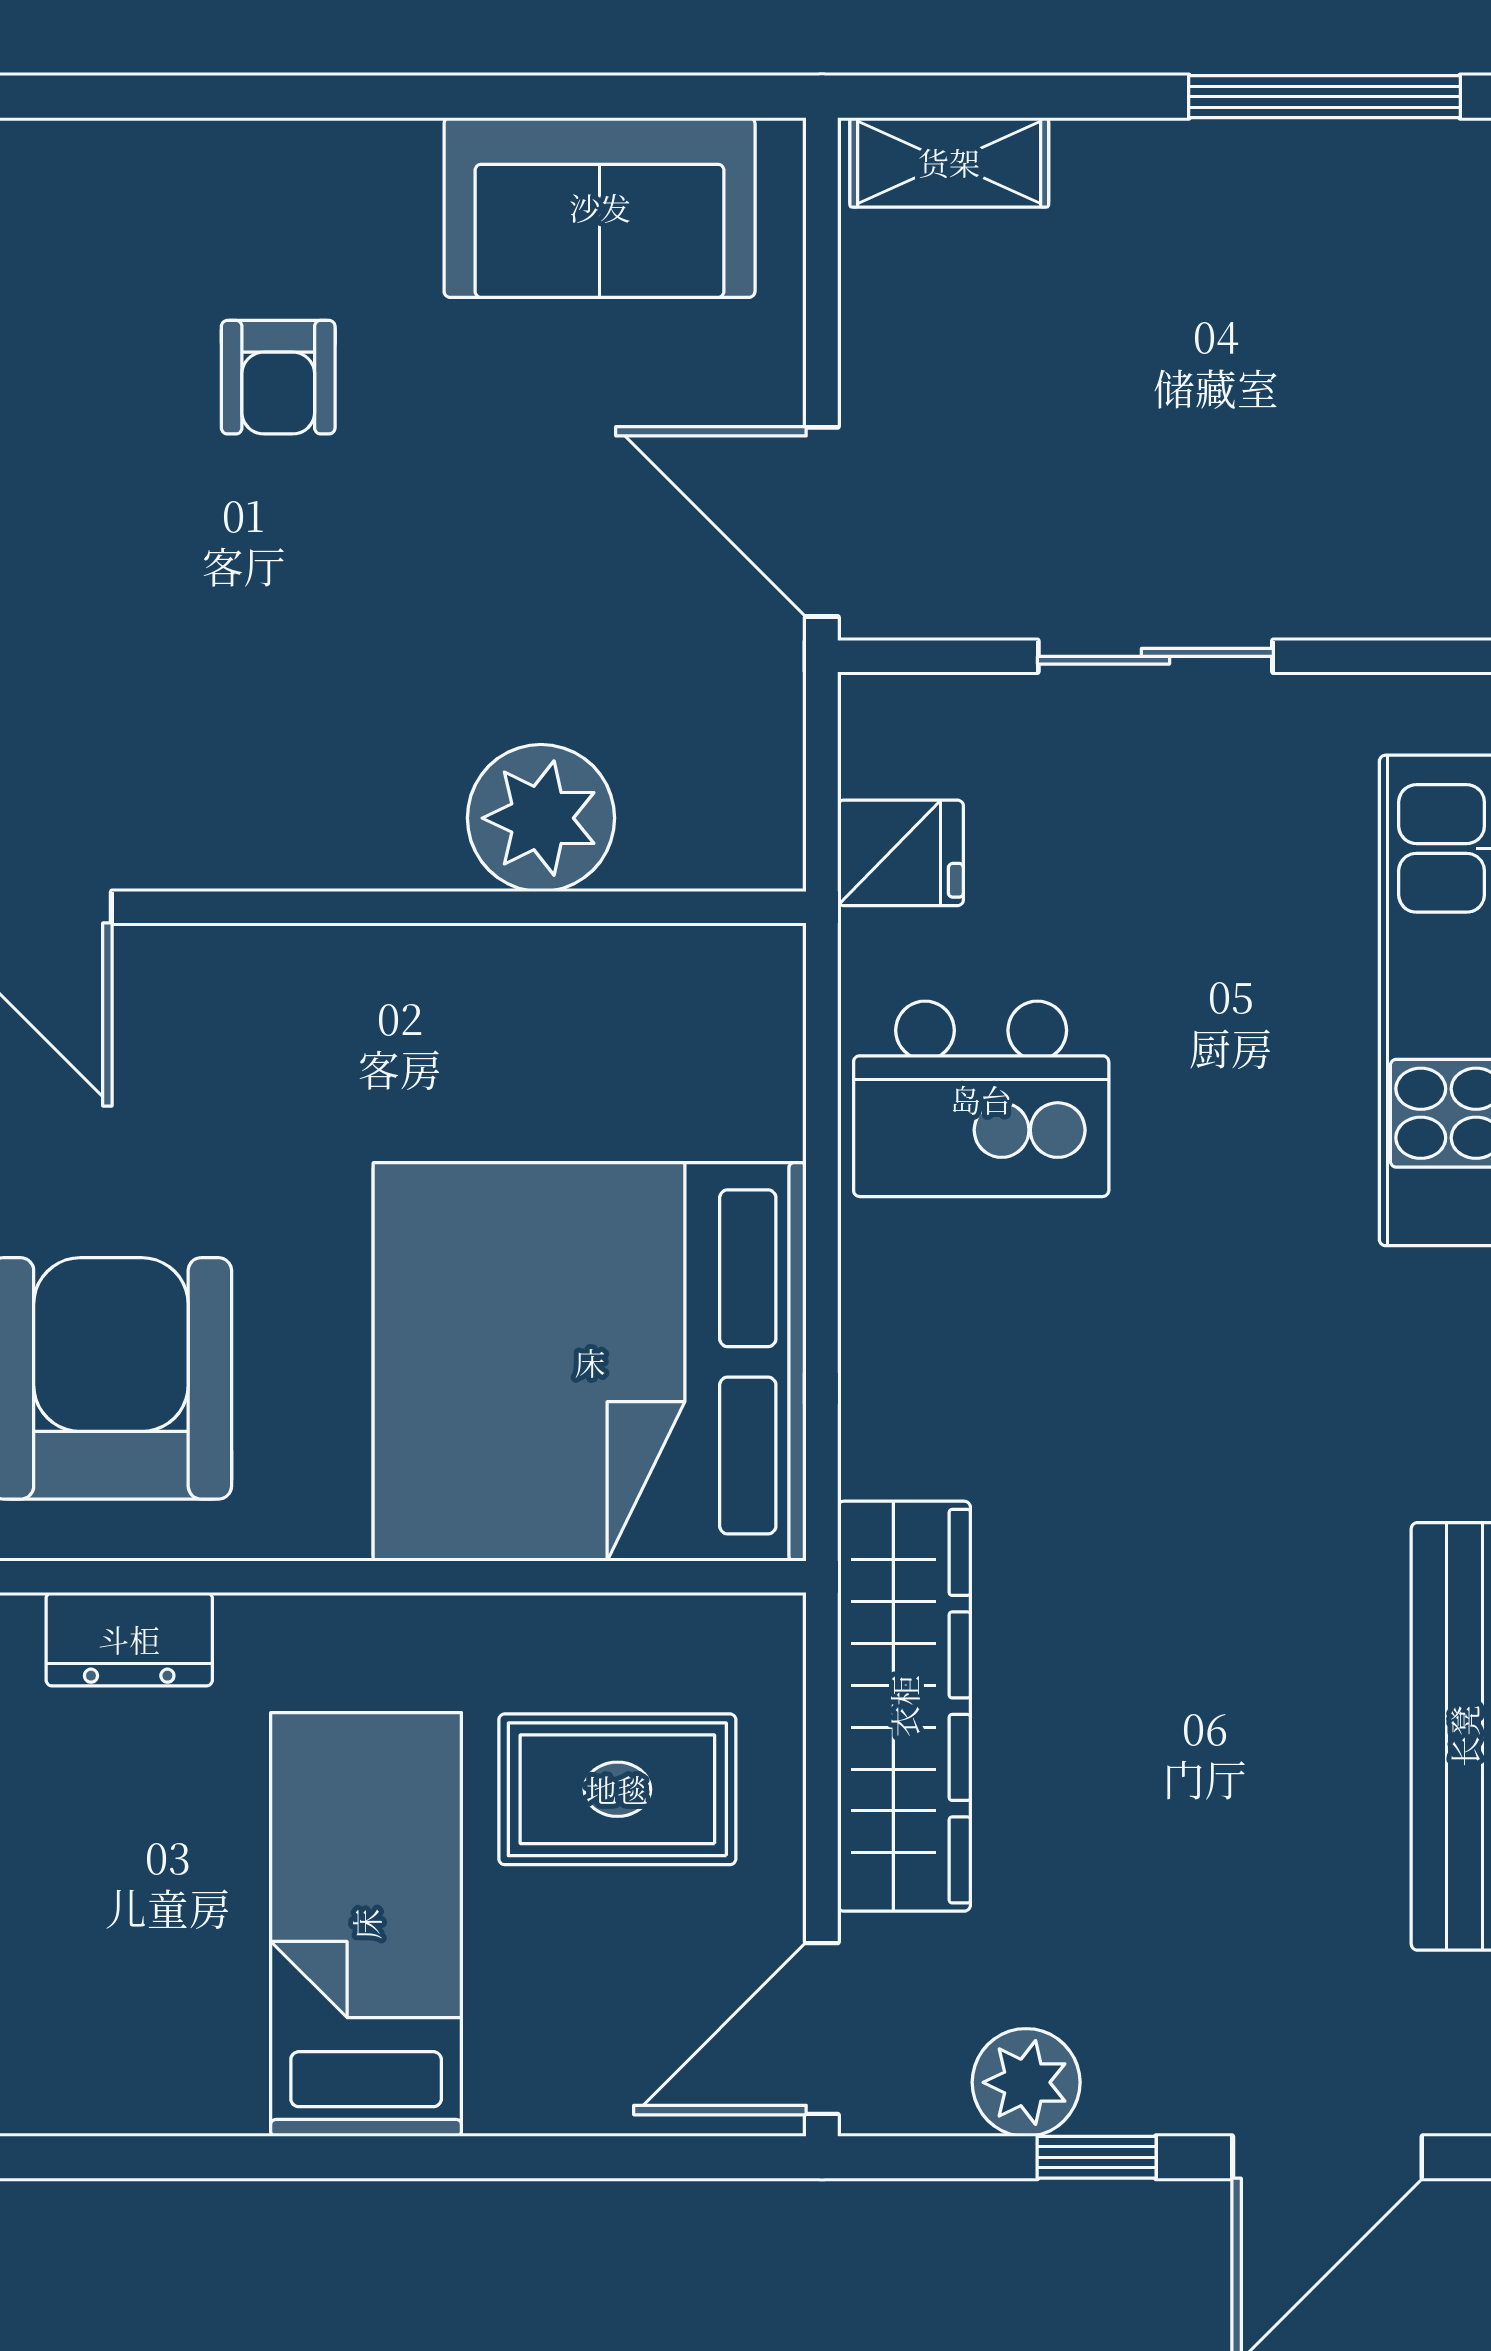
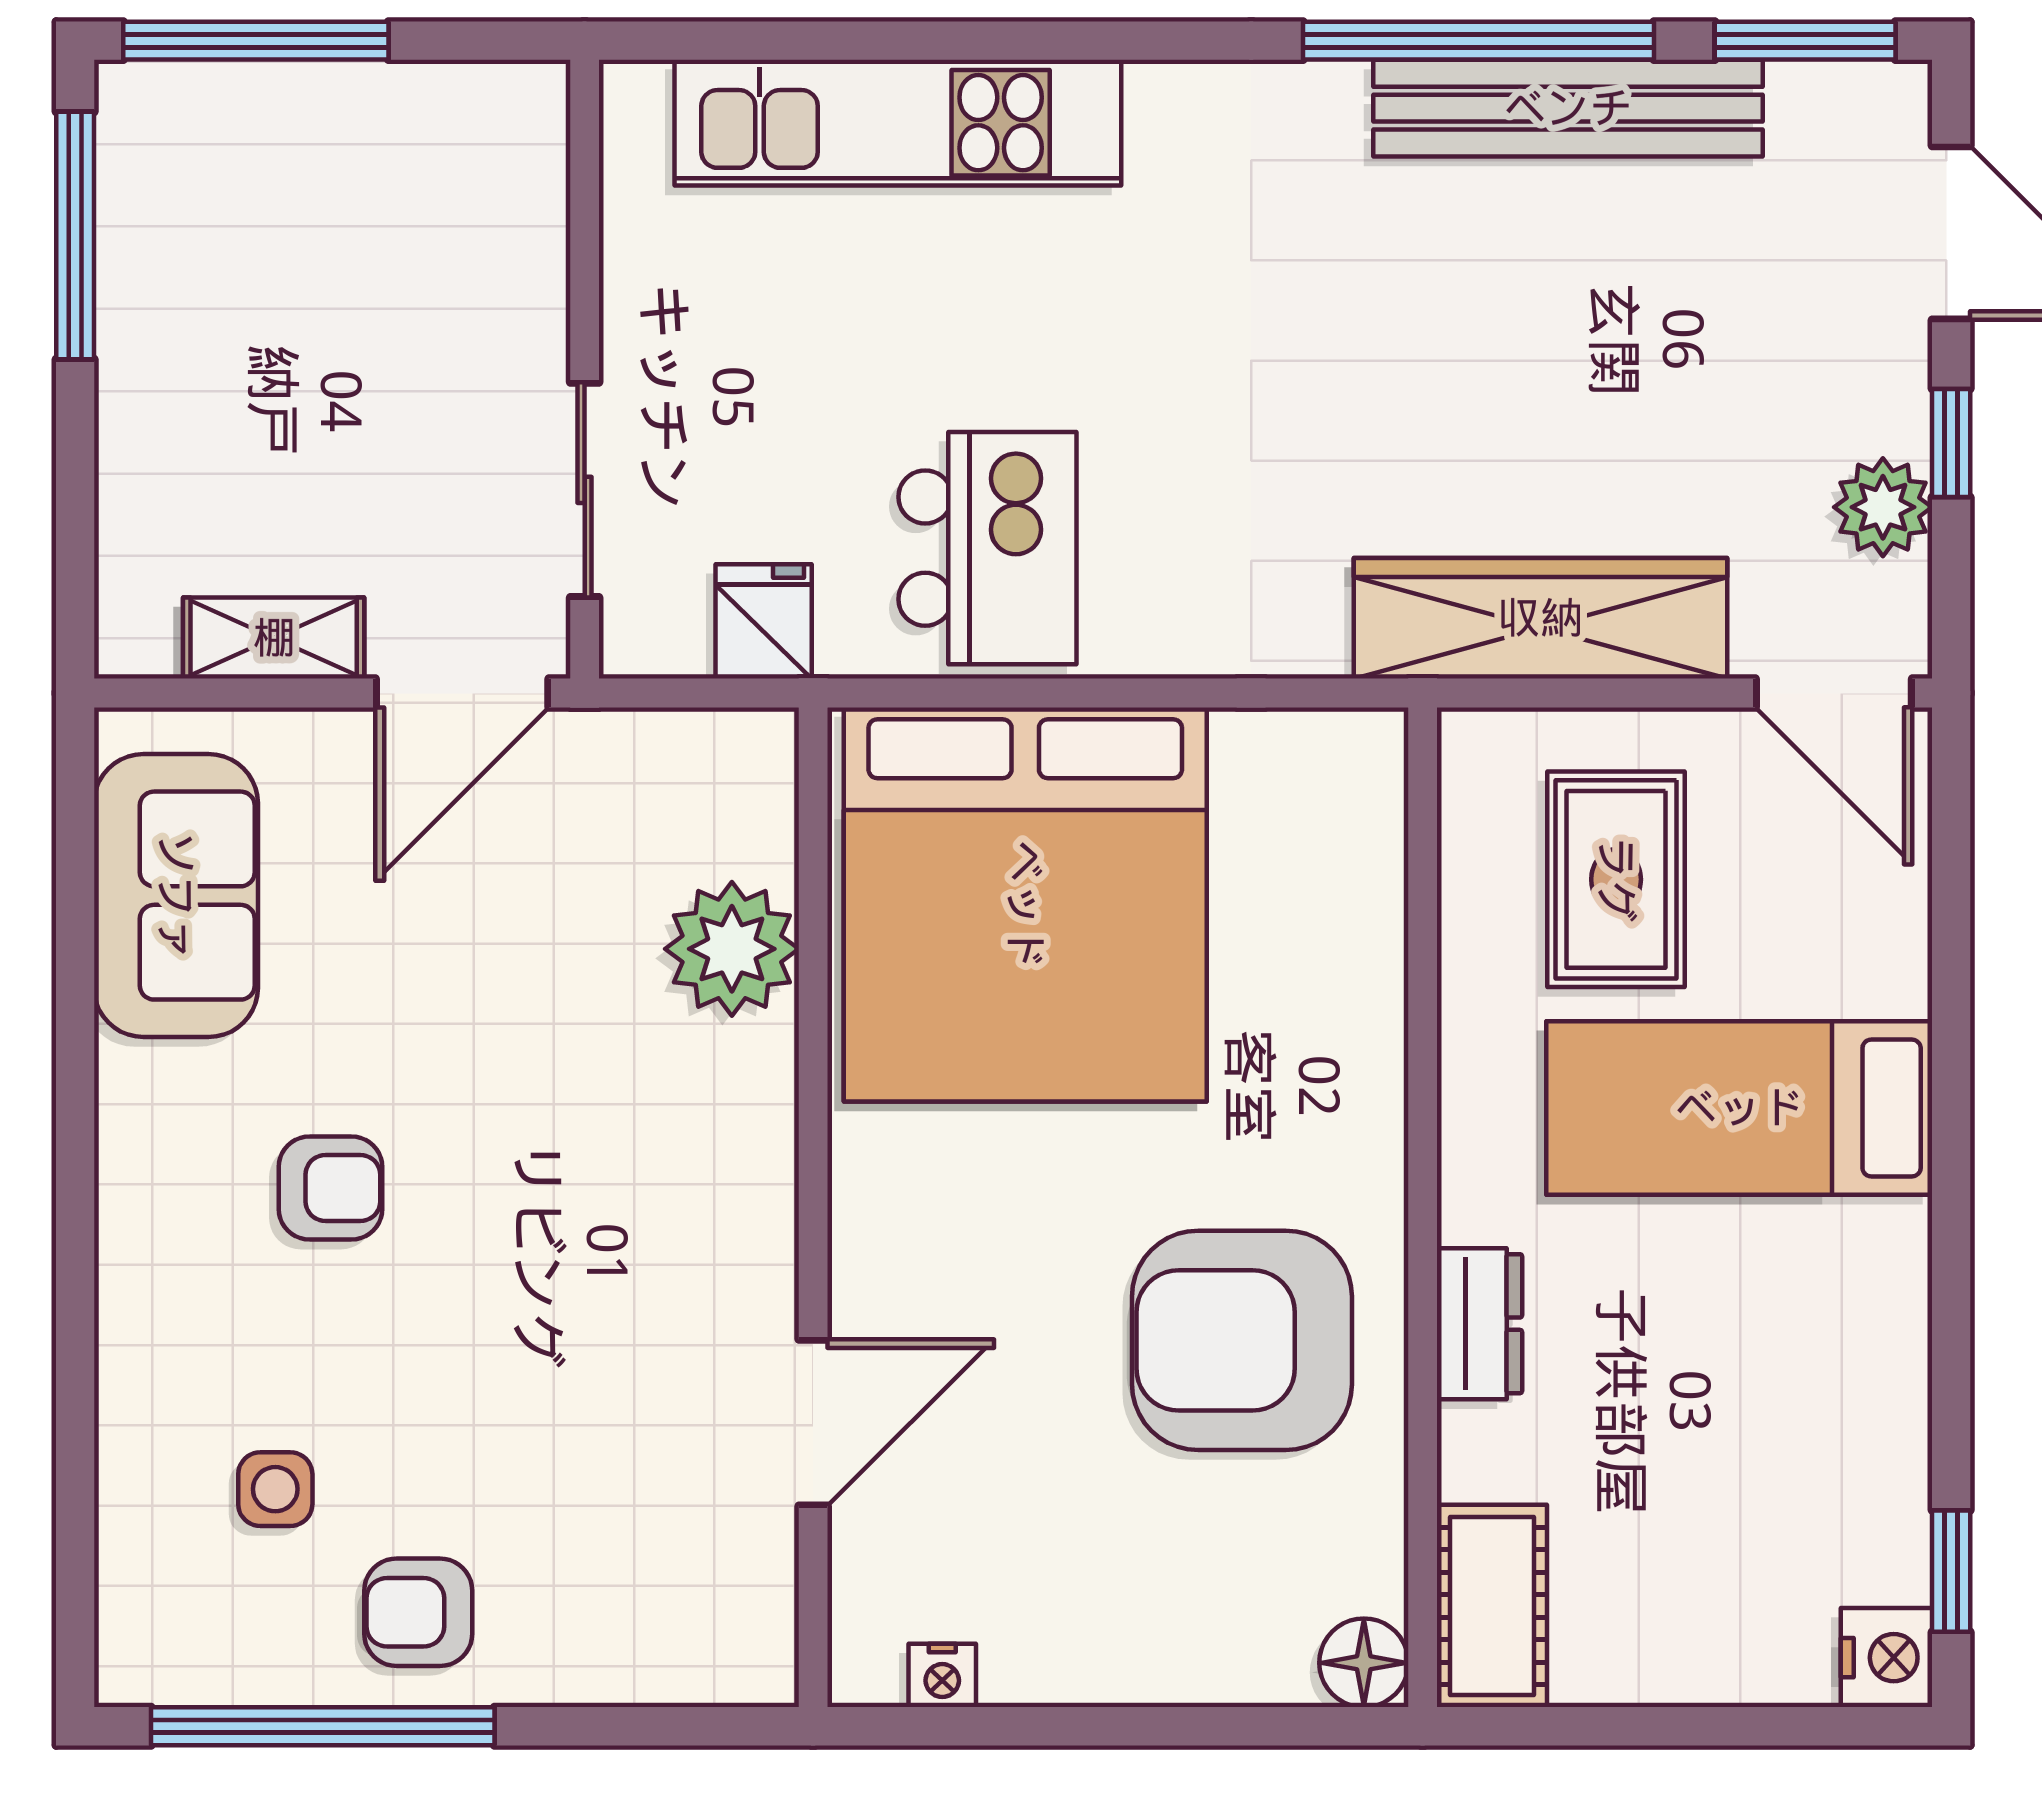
shelving: (949, 162) -> (274, 638), moved, turned 90
sliding door: (1155, 656) -> (585, 490), moved
bed: (590, 1362) -> (1025, 904), moved

